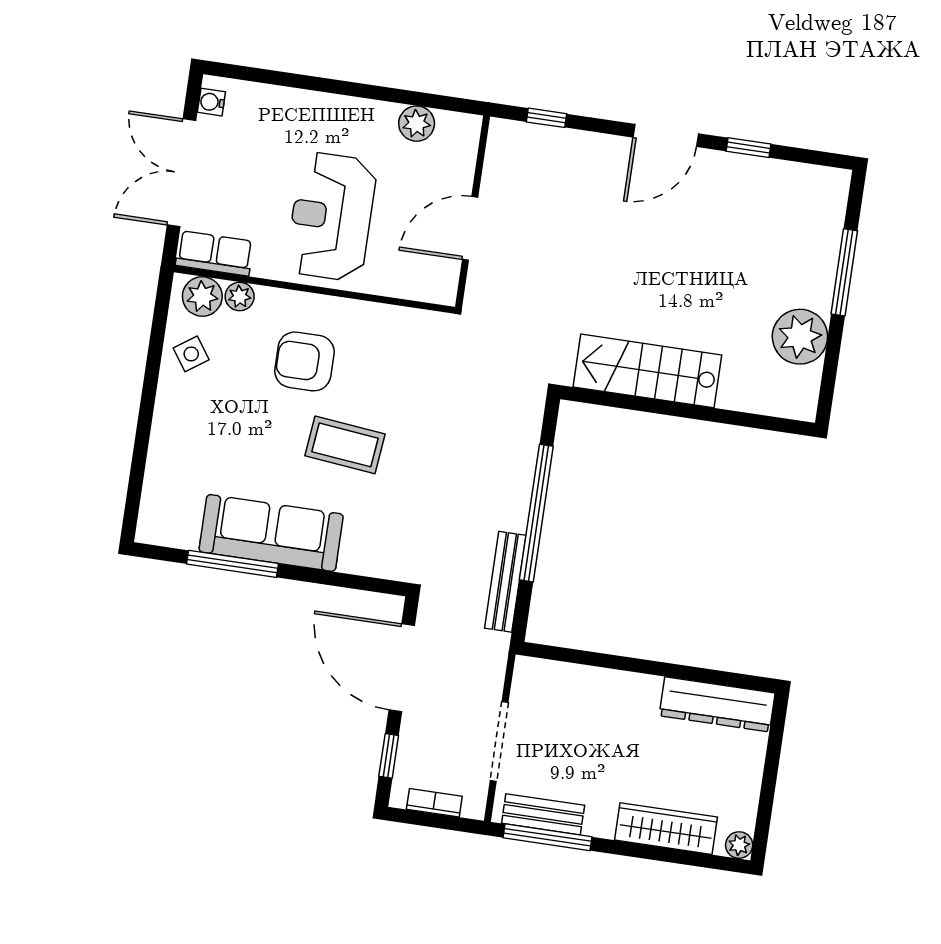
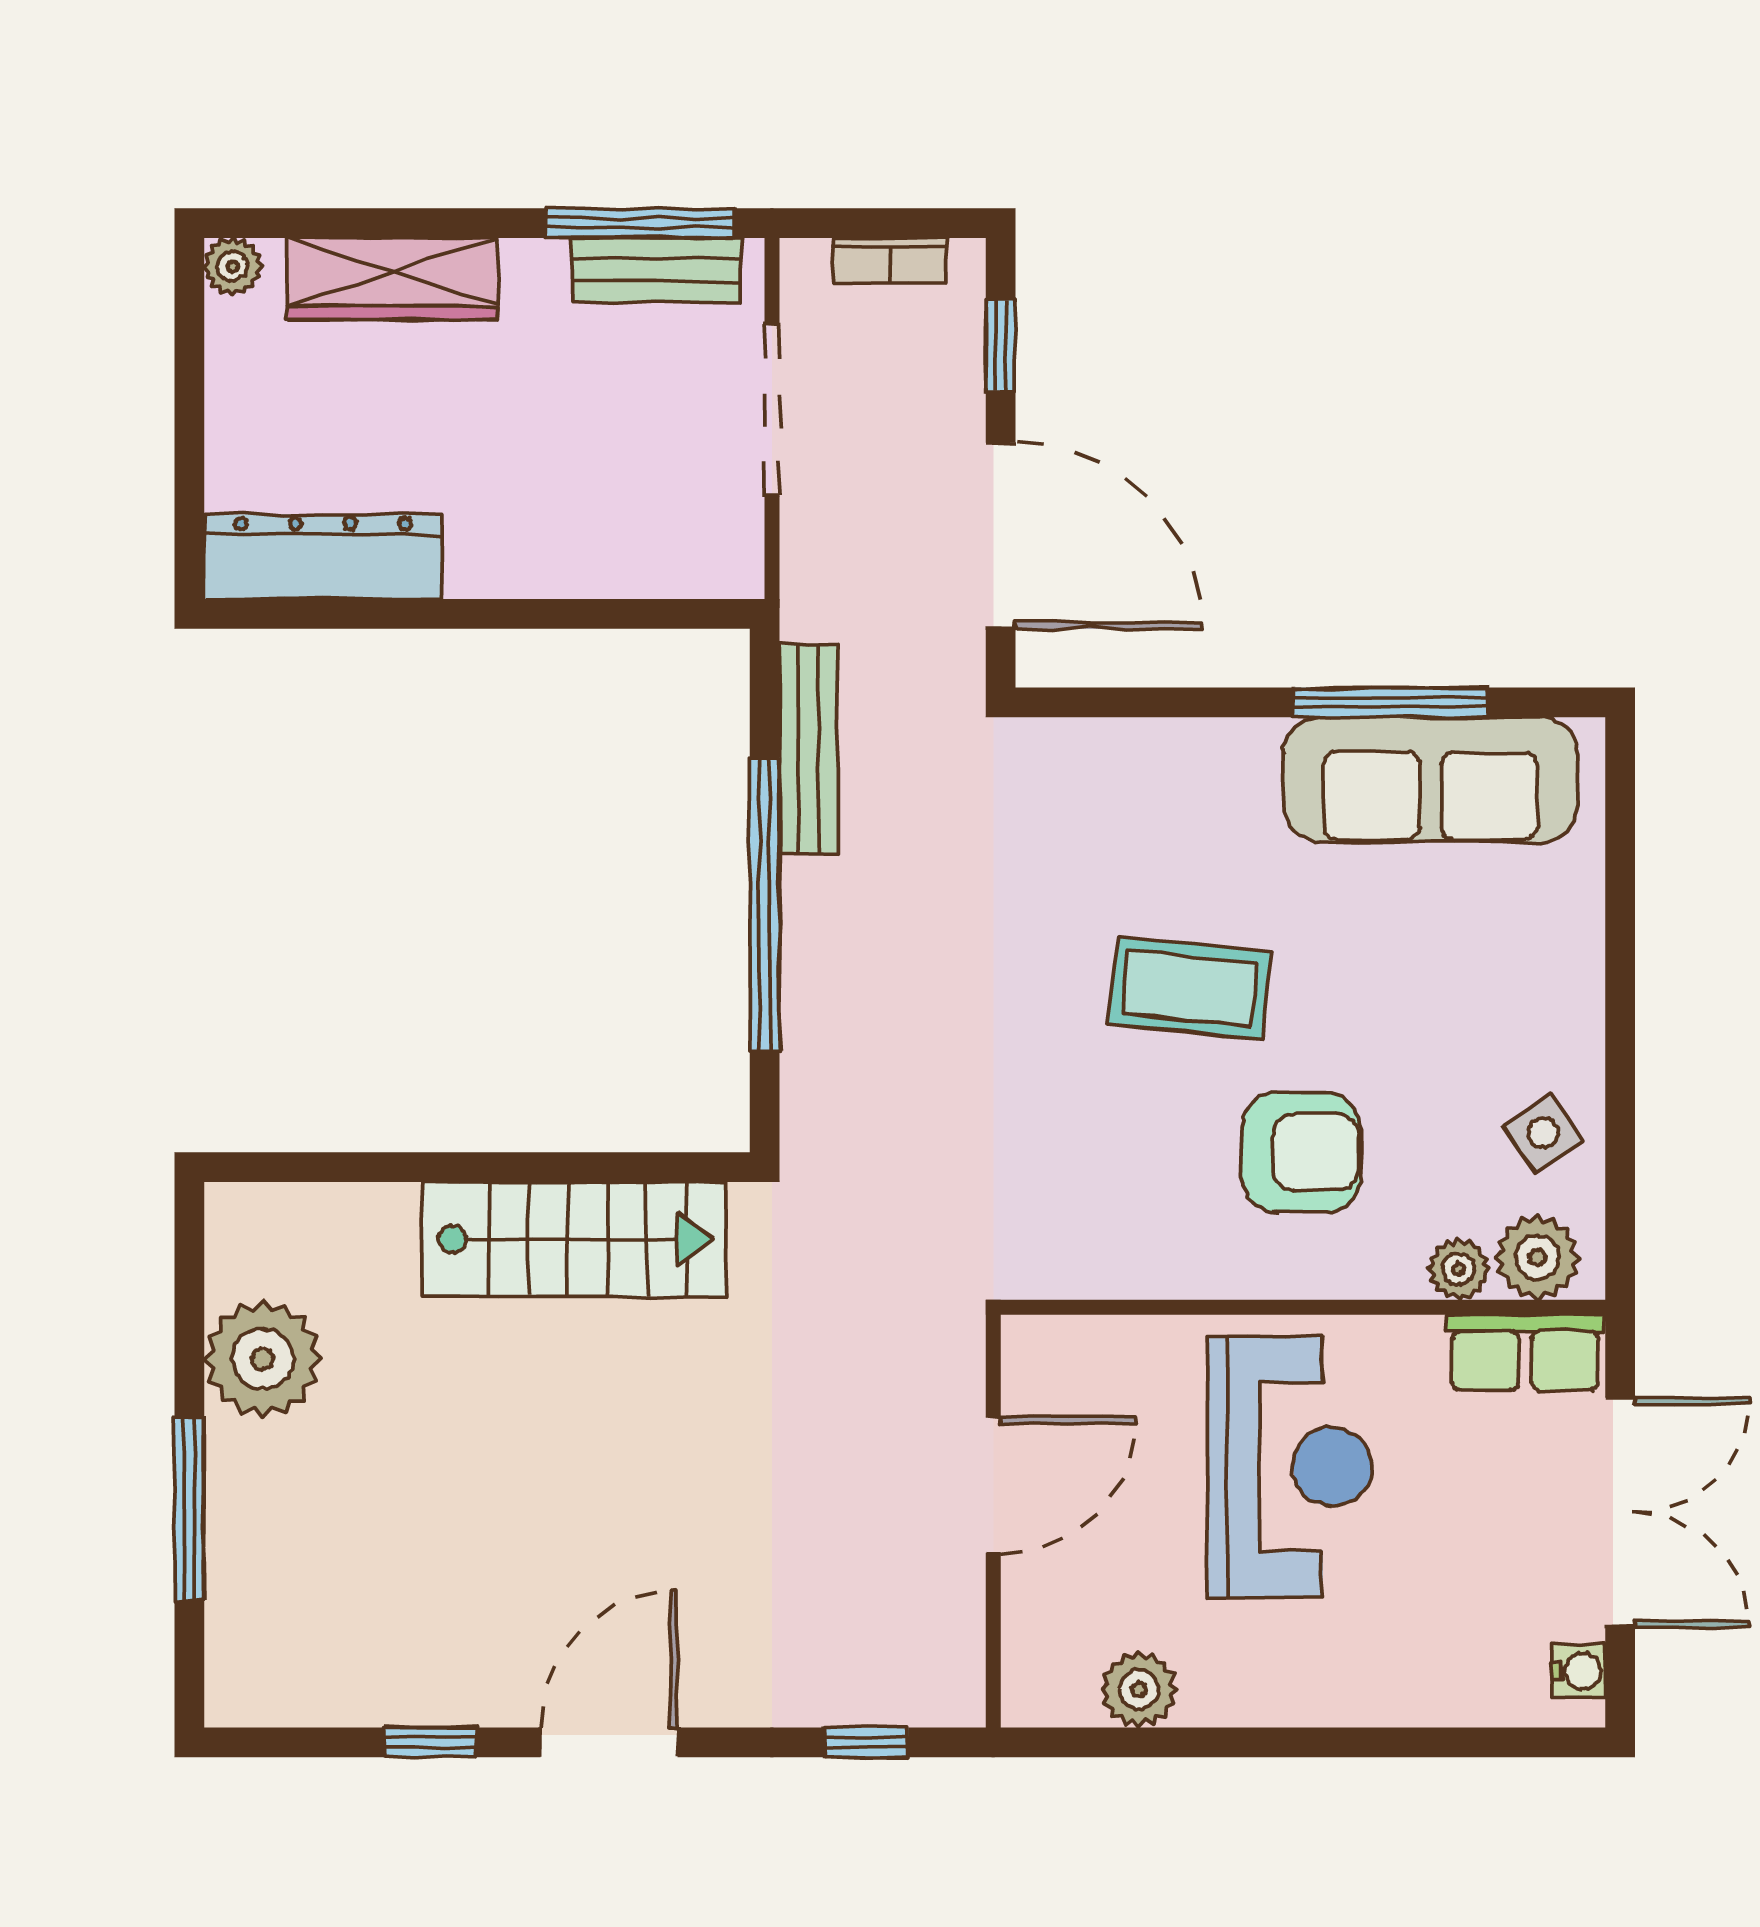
sofa: (271, 533) -> (1431, 780), moved

